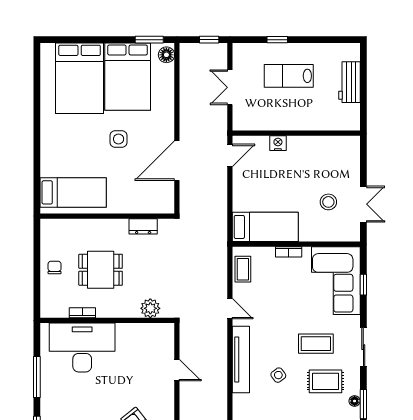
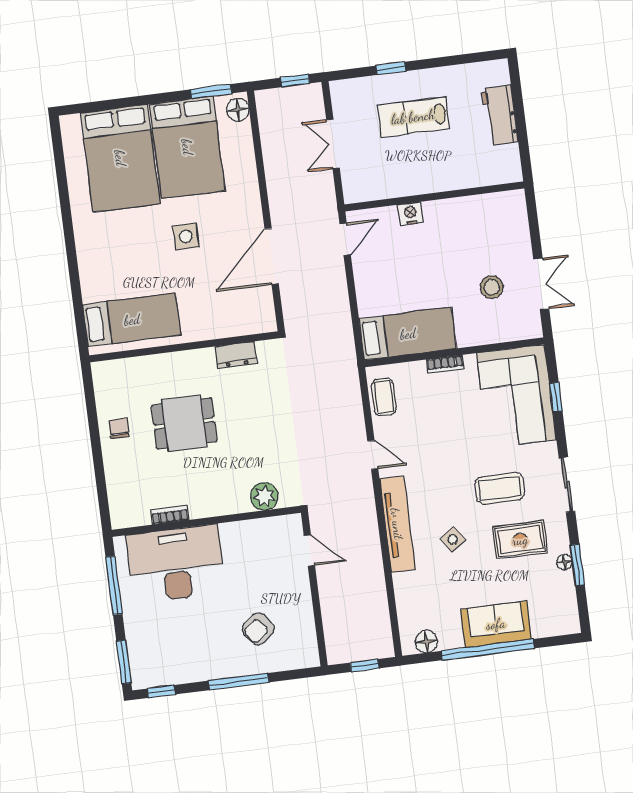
plant: (150, 308) -> (264, 496), moved
bookcase: (82, 313) -> (170, 515), moved
wall: (107, 320) -> (206, 521), moved
desk: (82, 347) -> (176, 564), moved

